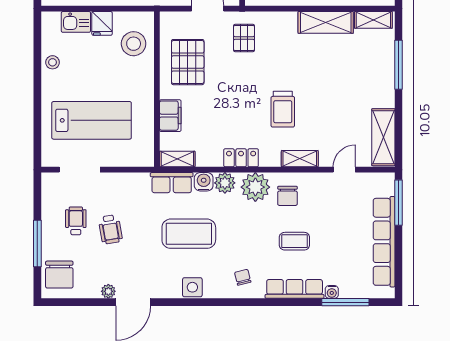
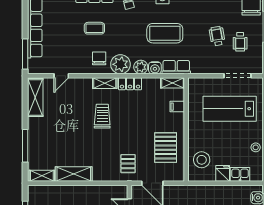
filing cabinet: (170, 116) -> (177, 107), width x0.50
shelving: (300, 159) -> (105, 83), moved

